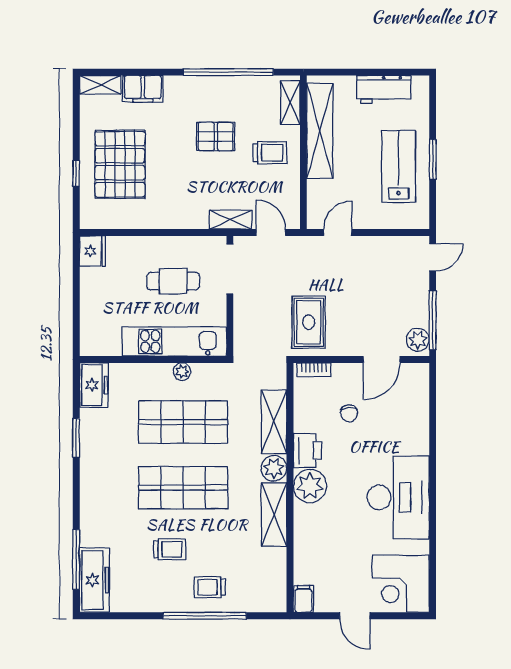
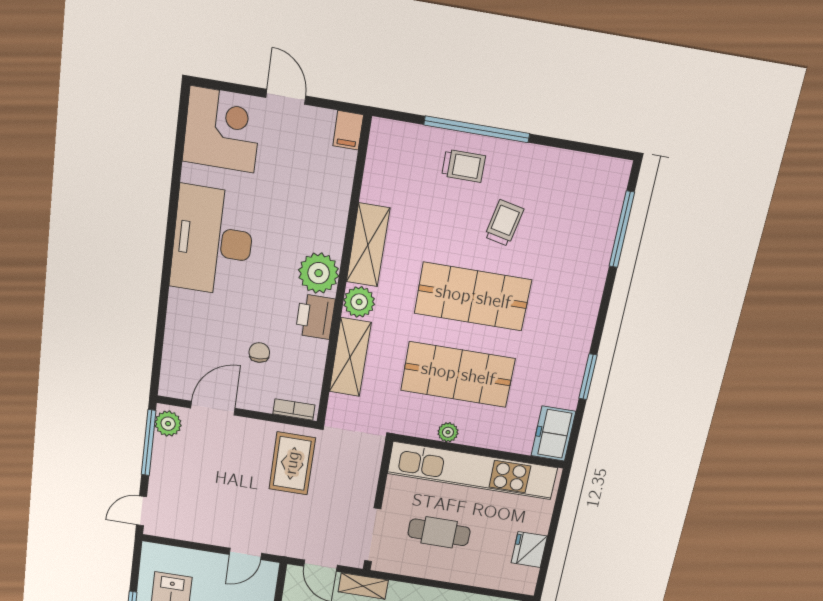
fridge: (92, 251) -> (529, 550), moved
kitchen unit: (174, 341) -> (472, 471), width x1.36
trolley: (170, 549) -> (504, 223), turned 102
freezer: (94, 580) -> (605, 199), removed

